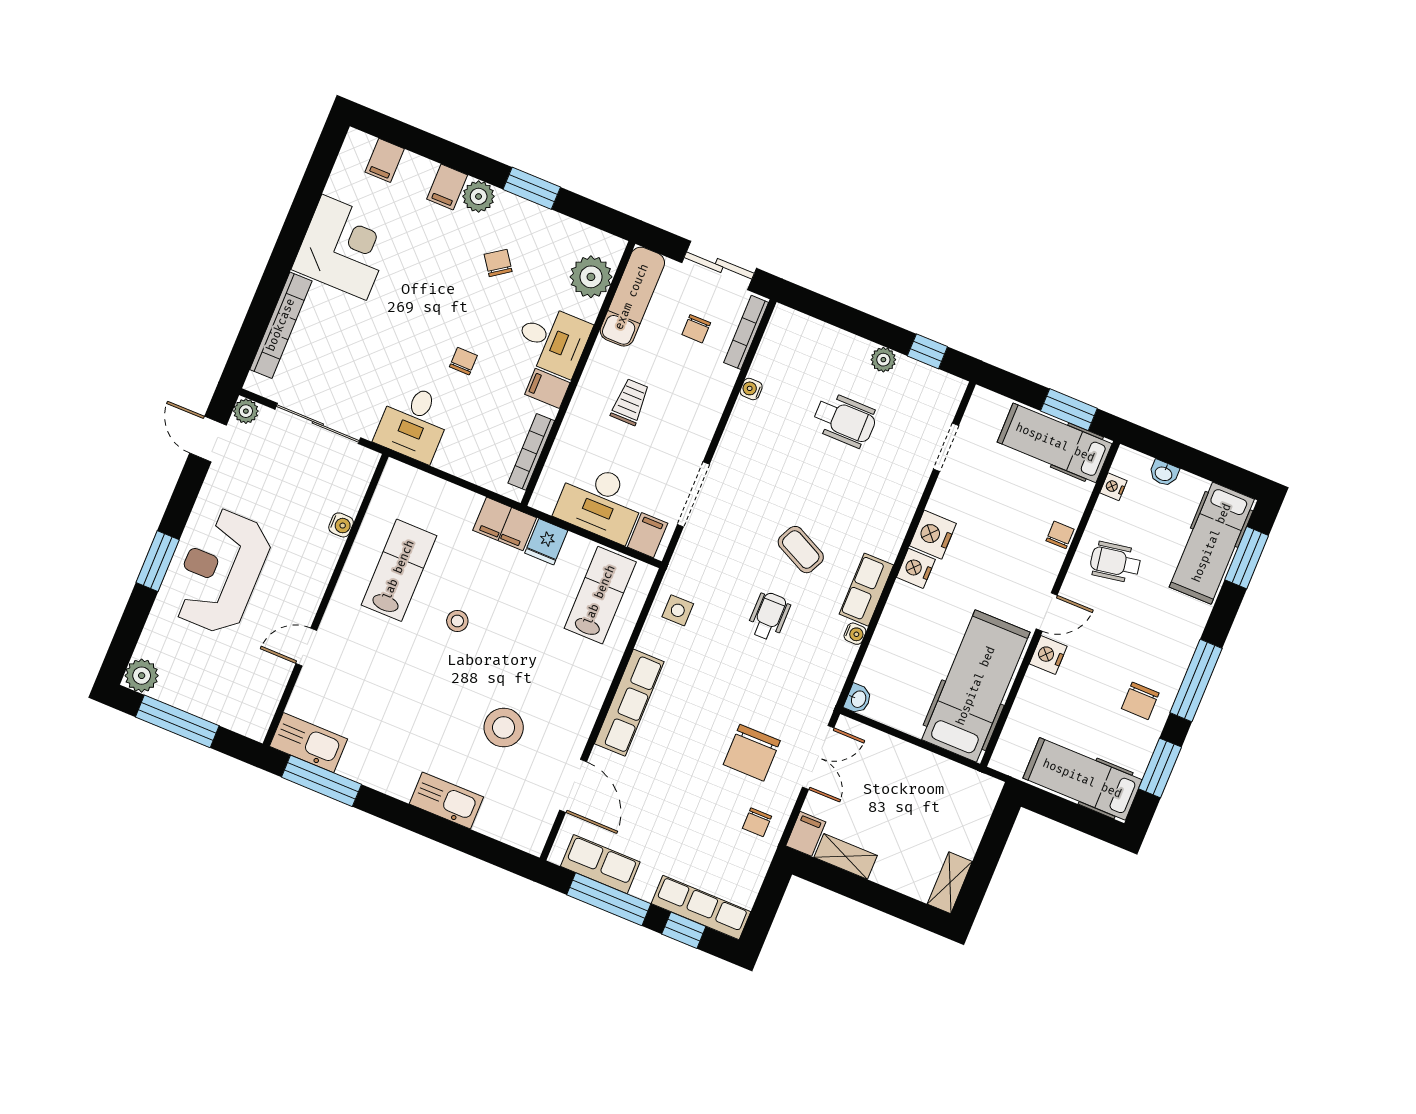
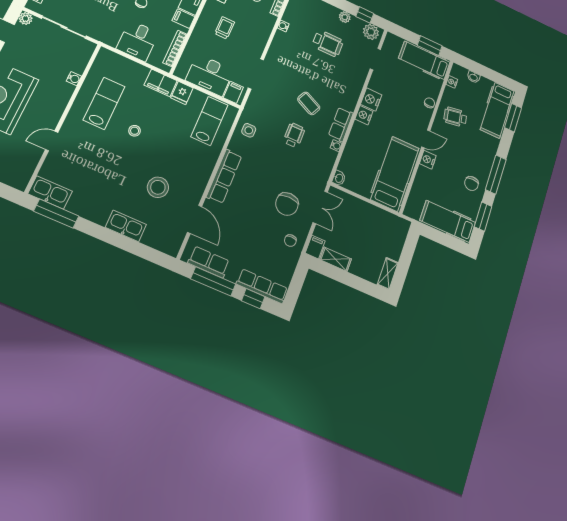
plant: (939, 388) -> (371, 32), added
desk: (414, 423) -> (138, 41), moved

